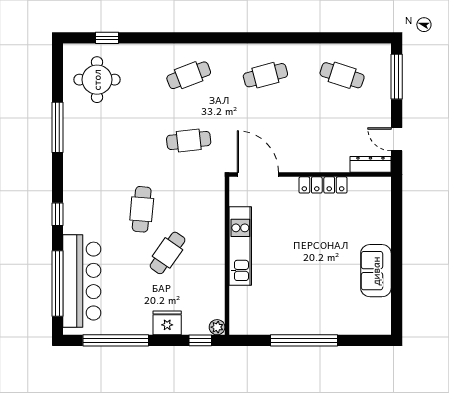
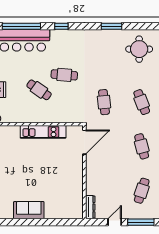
window: (58, 127) -> (112, 26), width x0.69
door: (397, 139) -> (115, 222), moved
locker: (323, 185) -> (78, 180), removed

